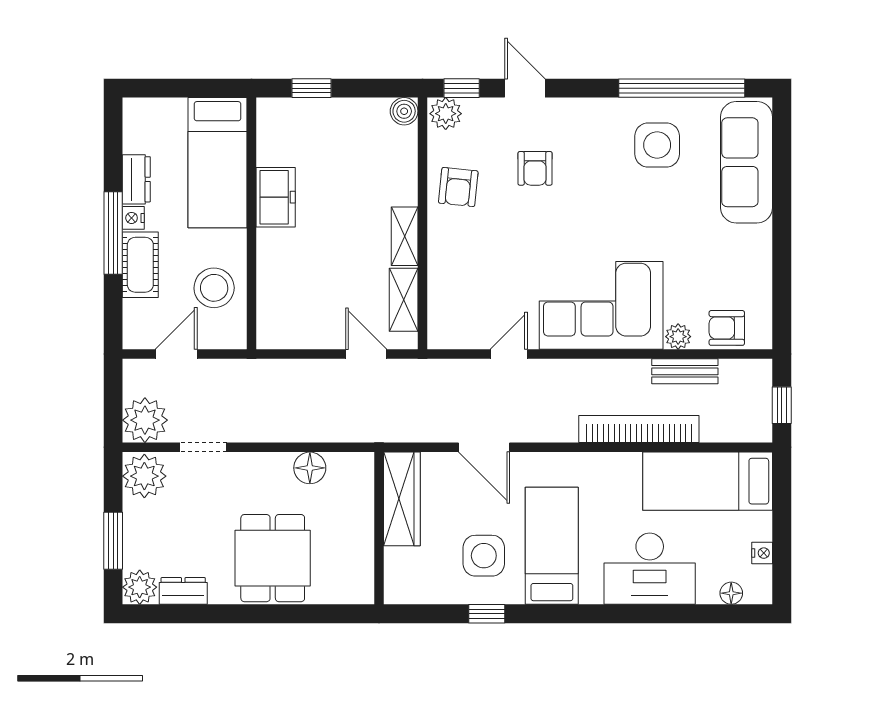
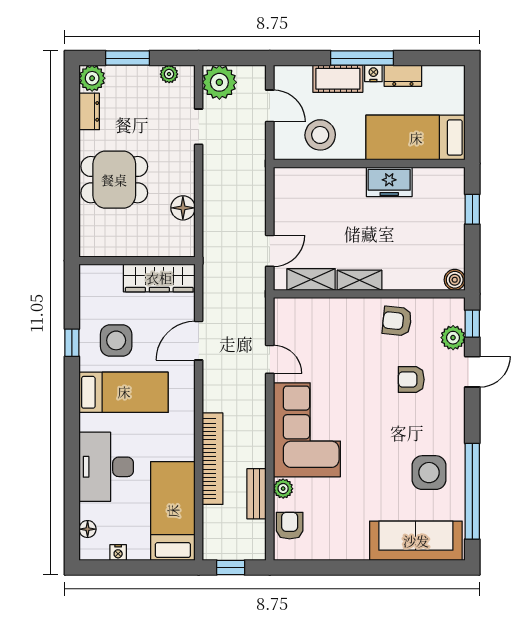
plant: (446, 114) -> (453, 338), moved
plant: (144, 476) -> (169, 74), width x0.53, depth x0.53

